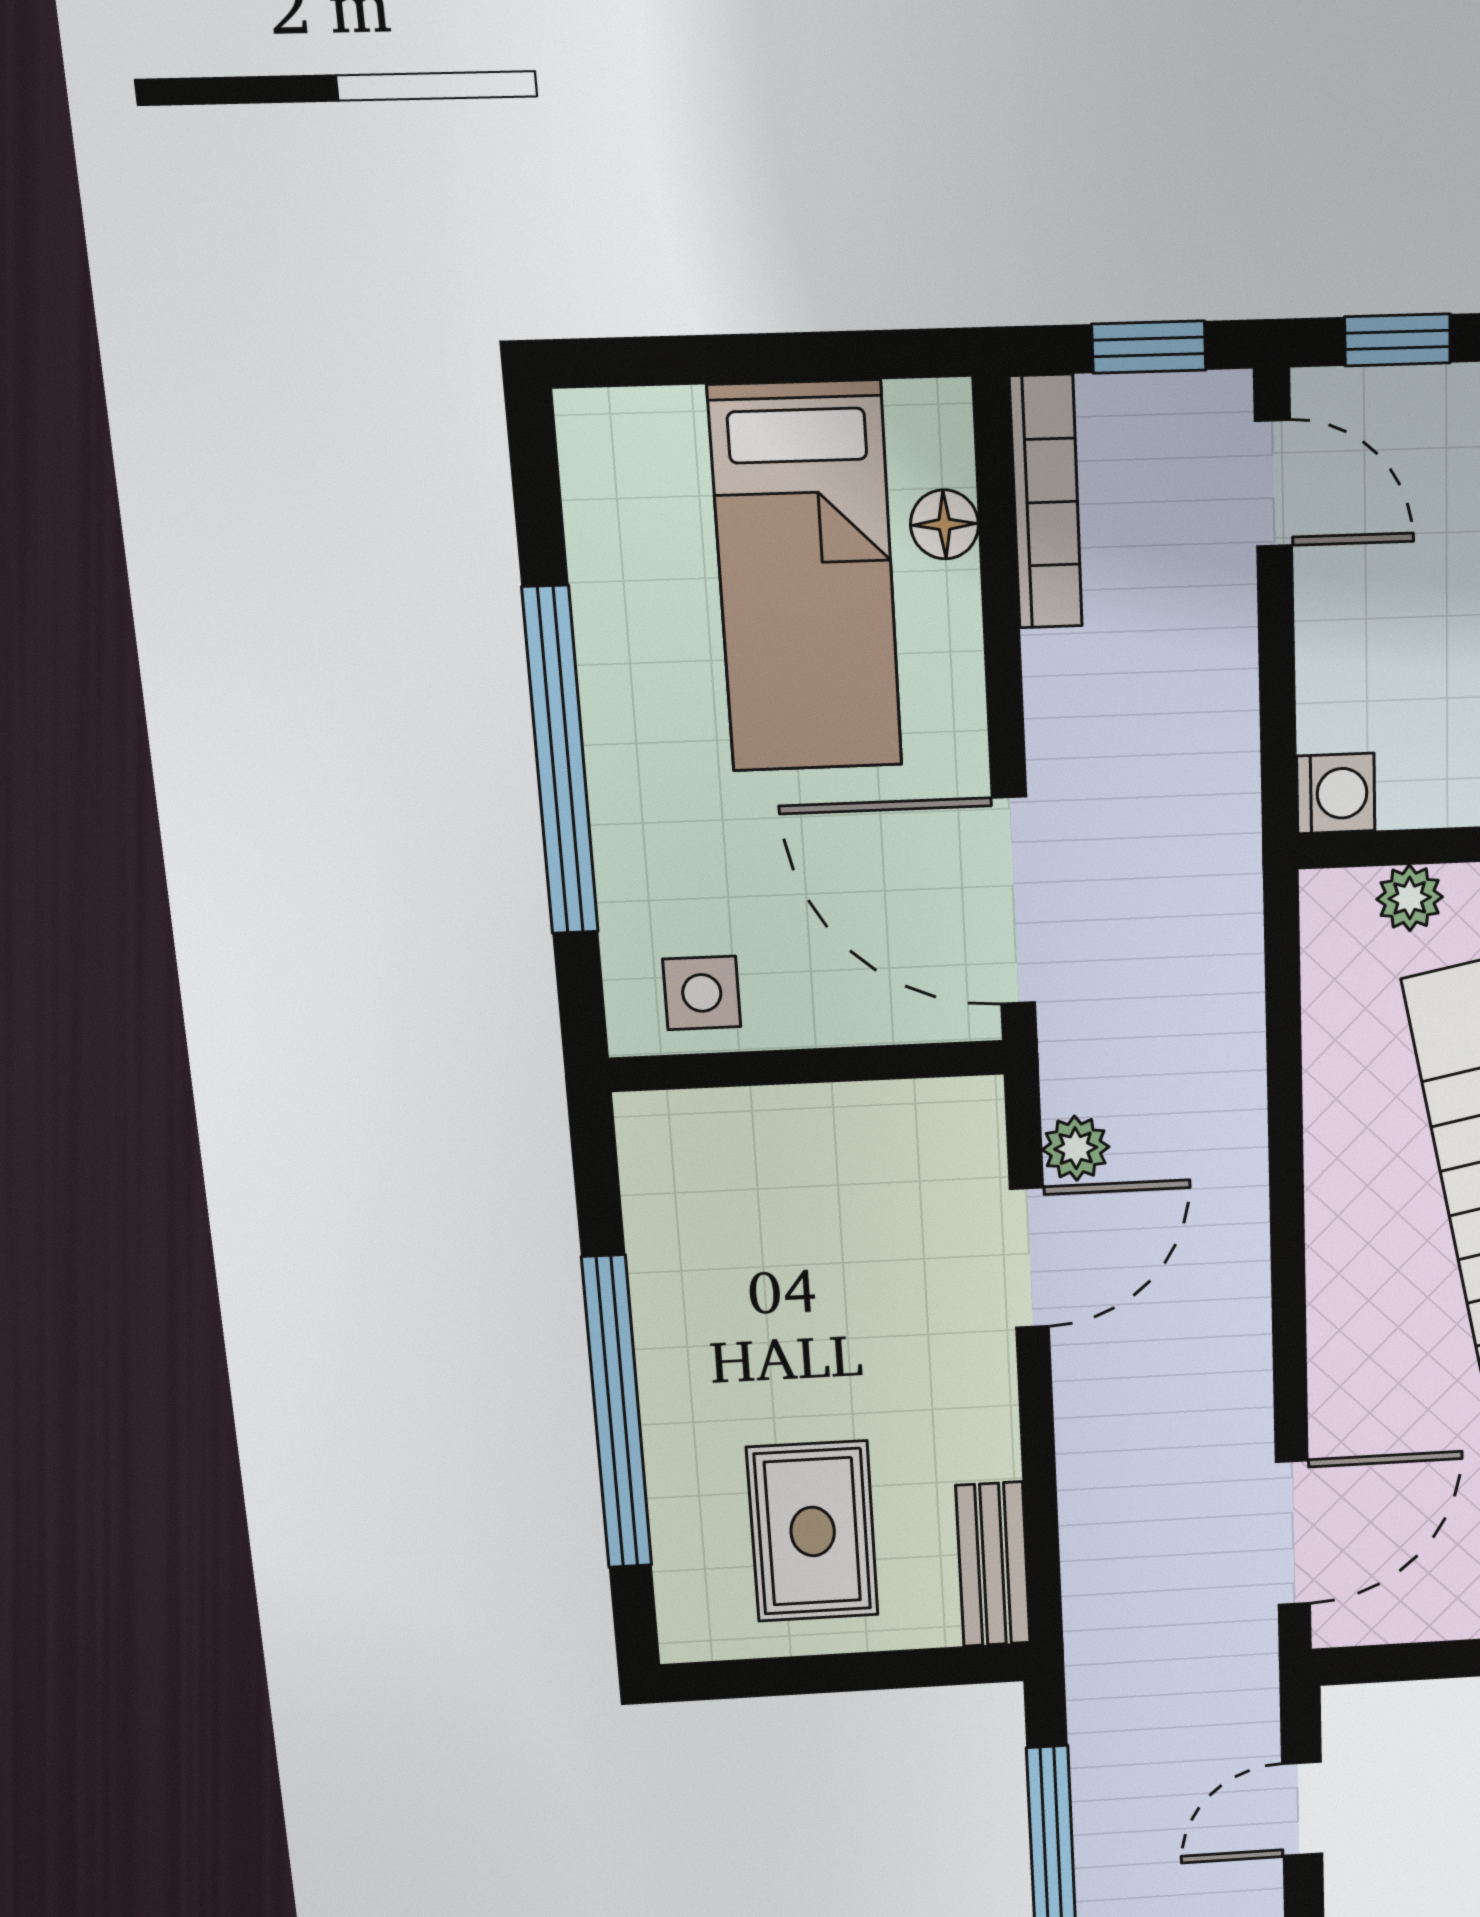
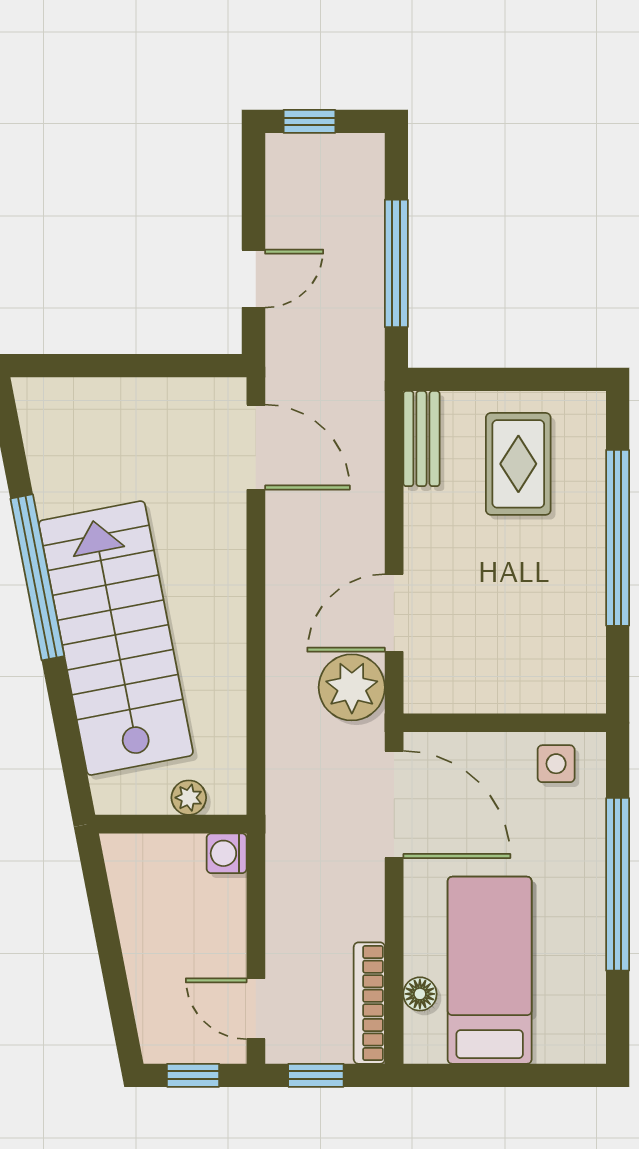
plant: (1076, 1148) -> (352, 687), width x1.88, depth x1.88
door: (1293, 1533) -> (256, 447), swing flipped

